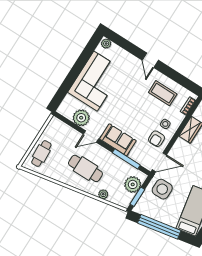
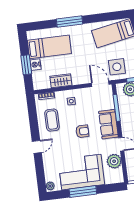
window: (77, 68) -> (83, 192), added
armchair: (156, 139) -> (82, 131), moved

